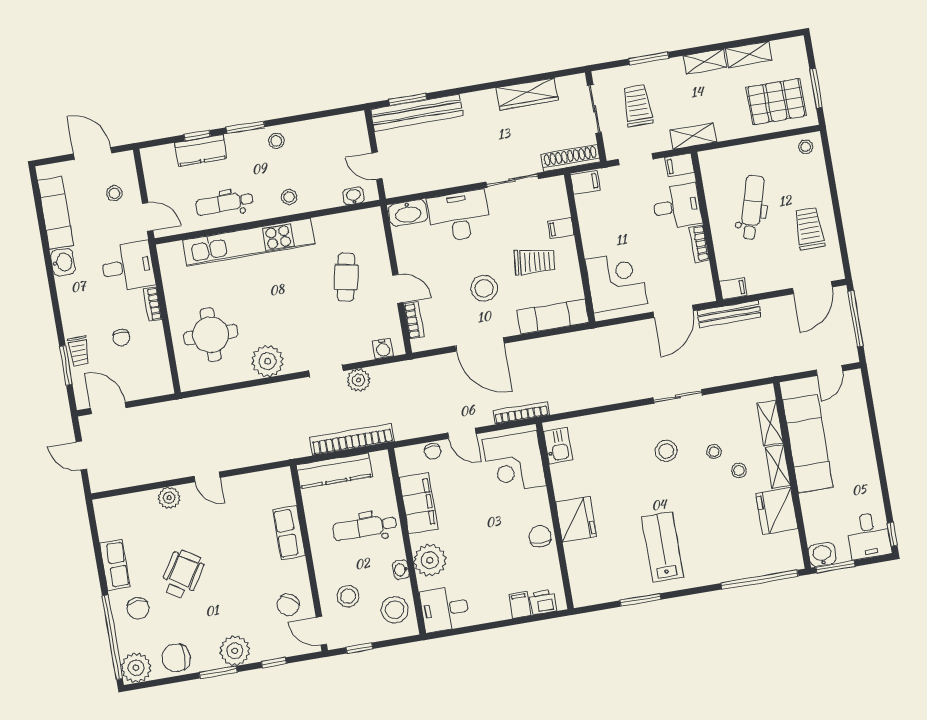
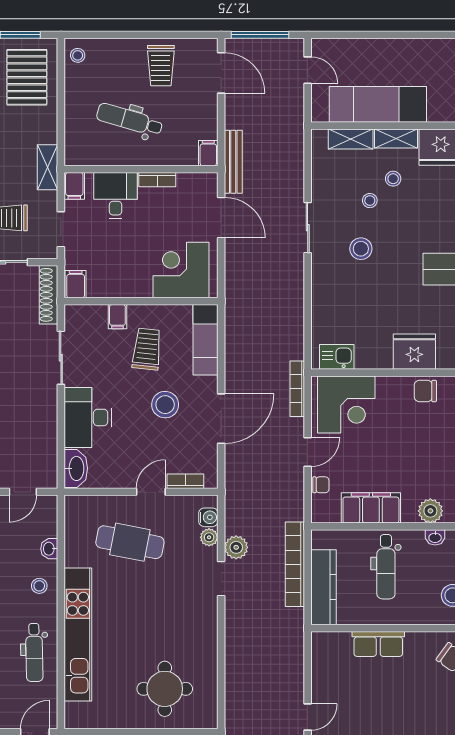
washbasin: (354, 196) -> (49, 549), moved
trolley: (809, 229) -> (161, 66), turned -90
cafe table: (346, 277) -> (130, 542), width x1.37, depth x1.35
plant: (268, 361) -> (209, 537), moved, width x0.53, depth x0.53
plant: (430, 560) -> (430, 511), width x0.73, depth x0.73

